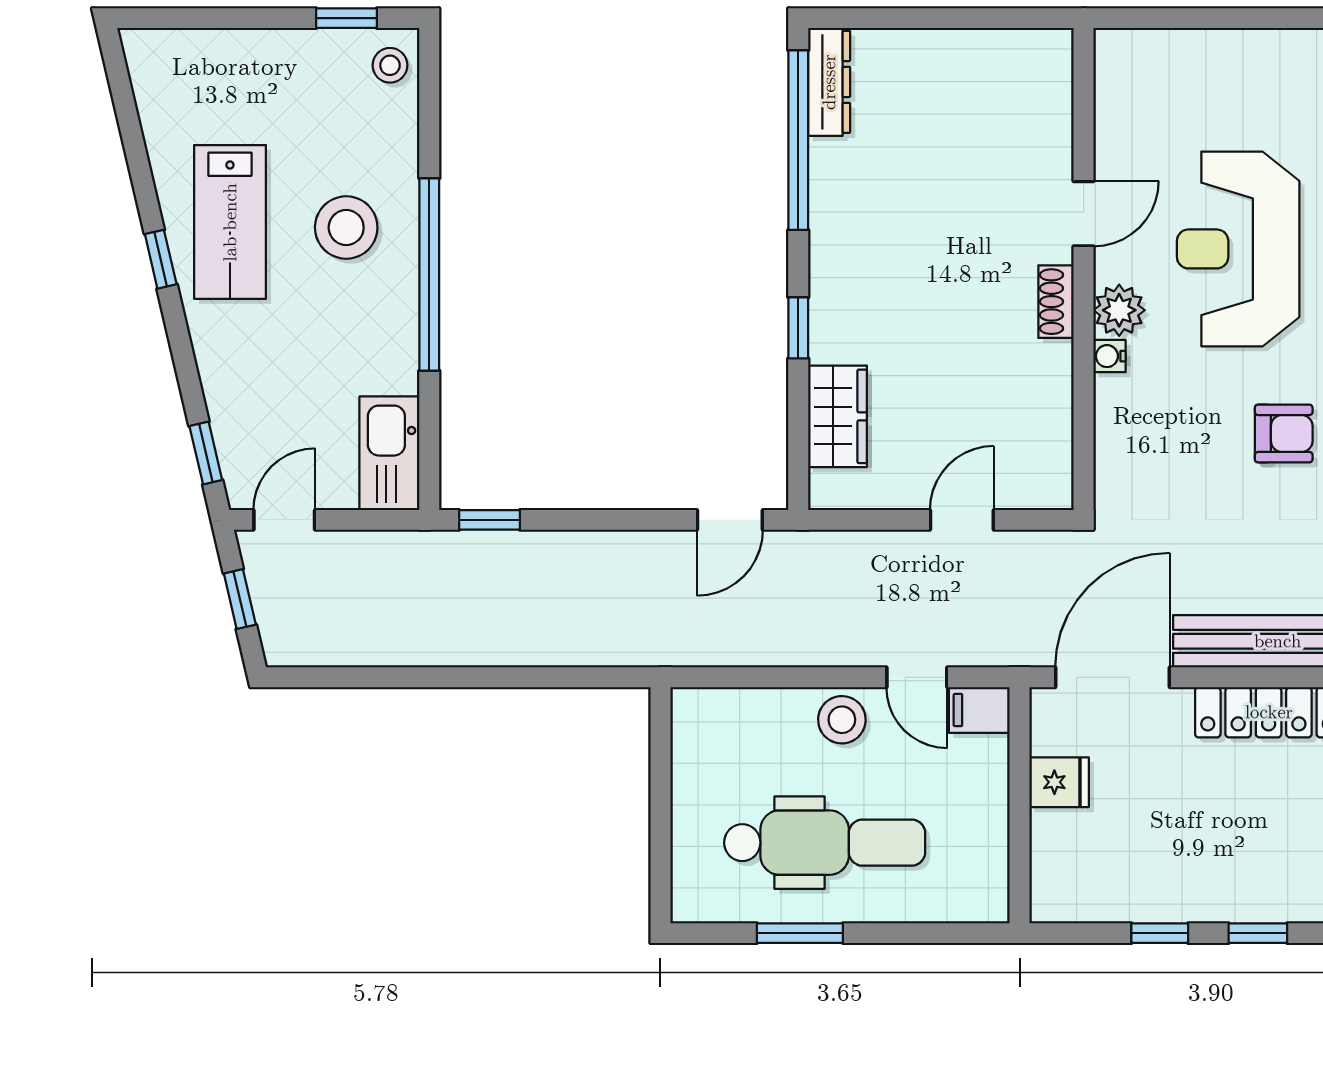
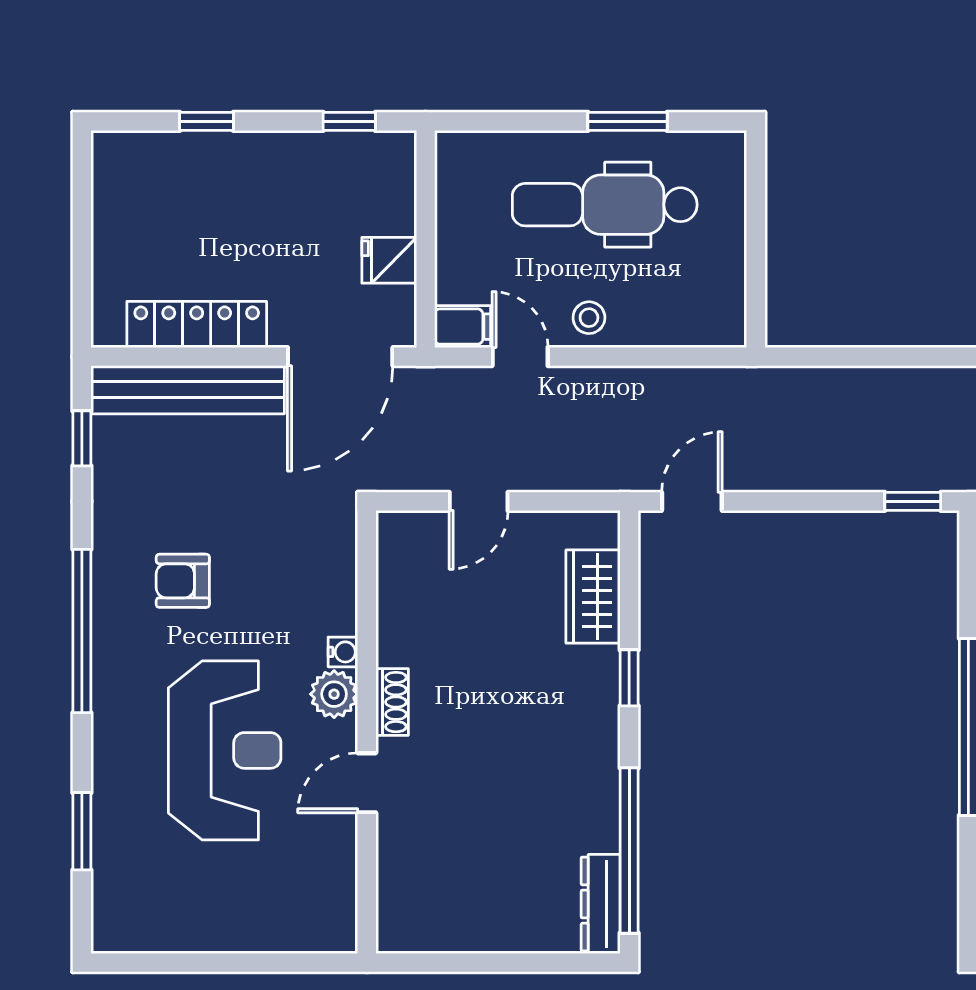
stool: (842, 720) -> (589, 318), width x0.73, depth x0.73
window: (1160, 933) -> (349, 121), moved

